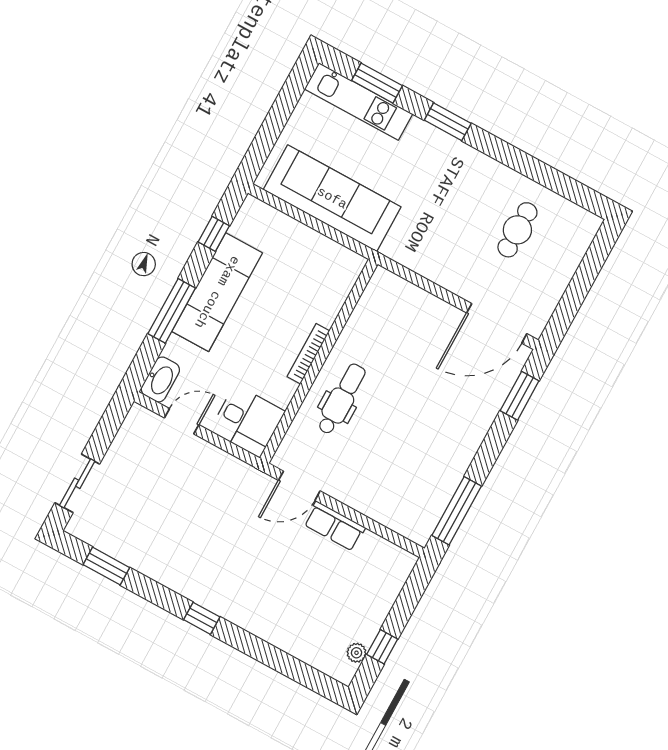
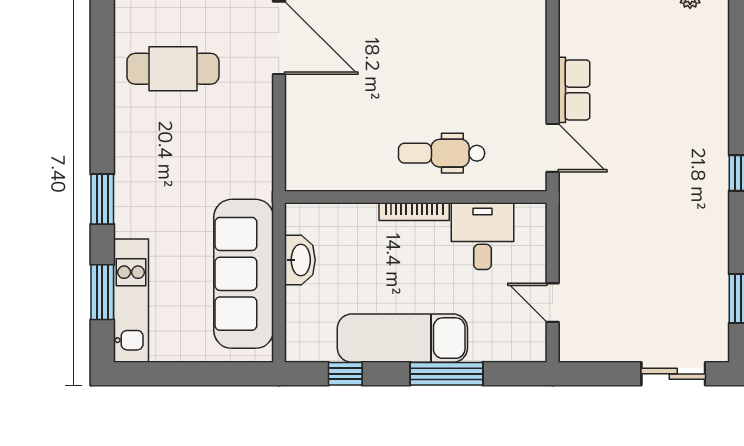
cafe table: (517, 230) -> (173, 69), width x1.37, depth x1.35
washbasin: (160, 379) -> (300, 260), moved, turned 90
desk: (247, 421) -> (482, 236), moved

